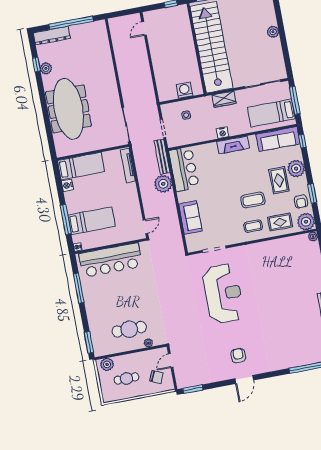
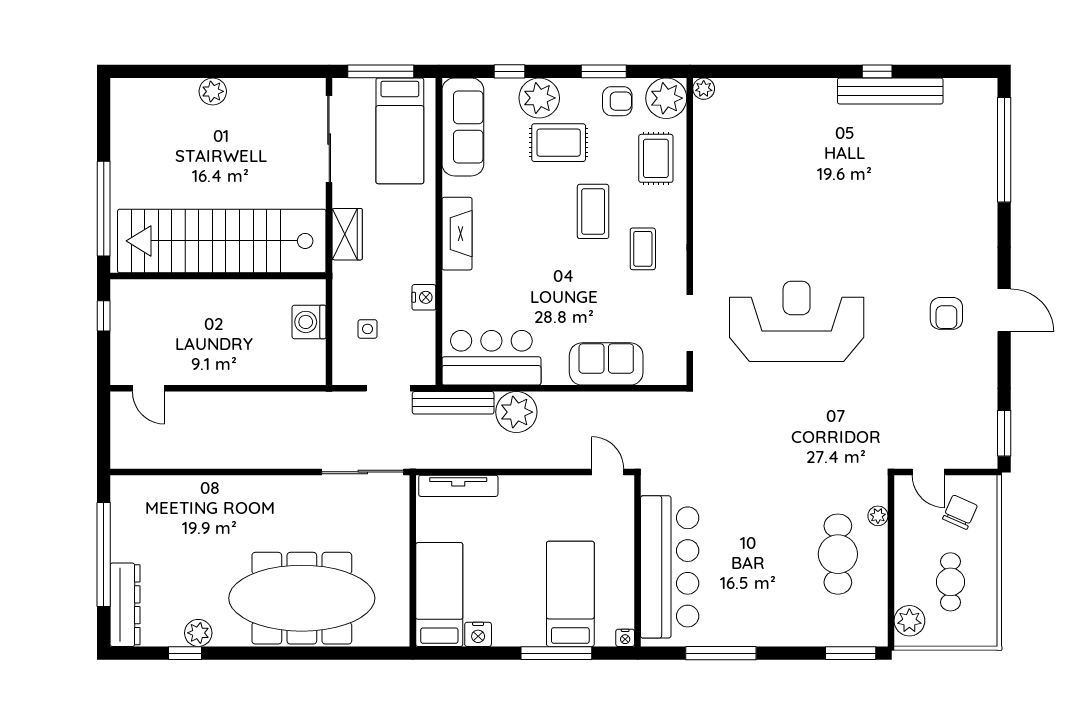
nightstand: (223, 133) -> (424, 297), moved
window: (302, 141) -> (510, 71), moved
coffee table: (253, 226) -> (643, 249), moved
armchair: (238, 356) -> (946, 313), turned -90

